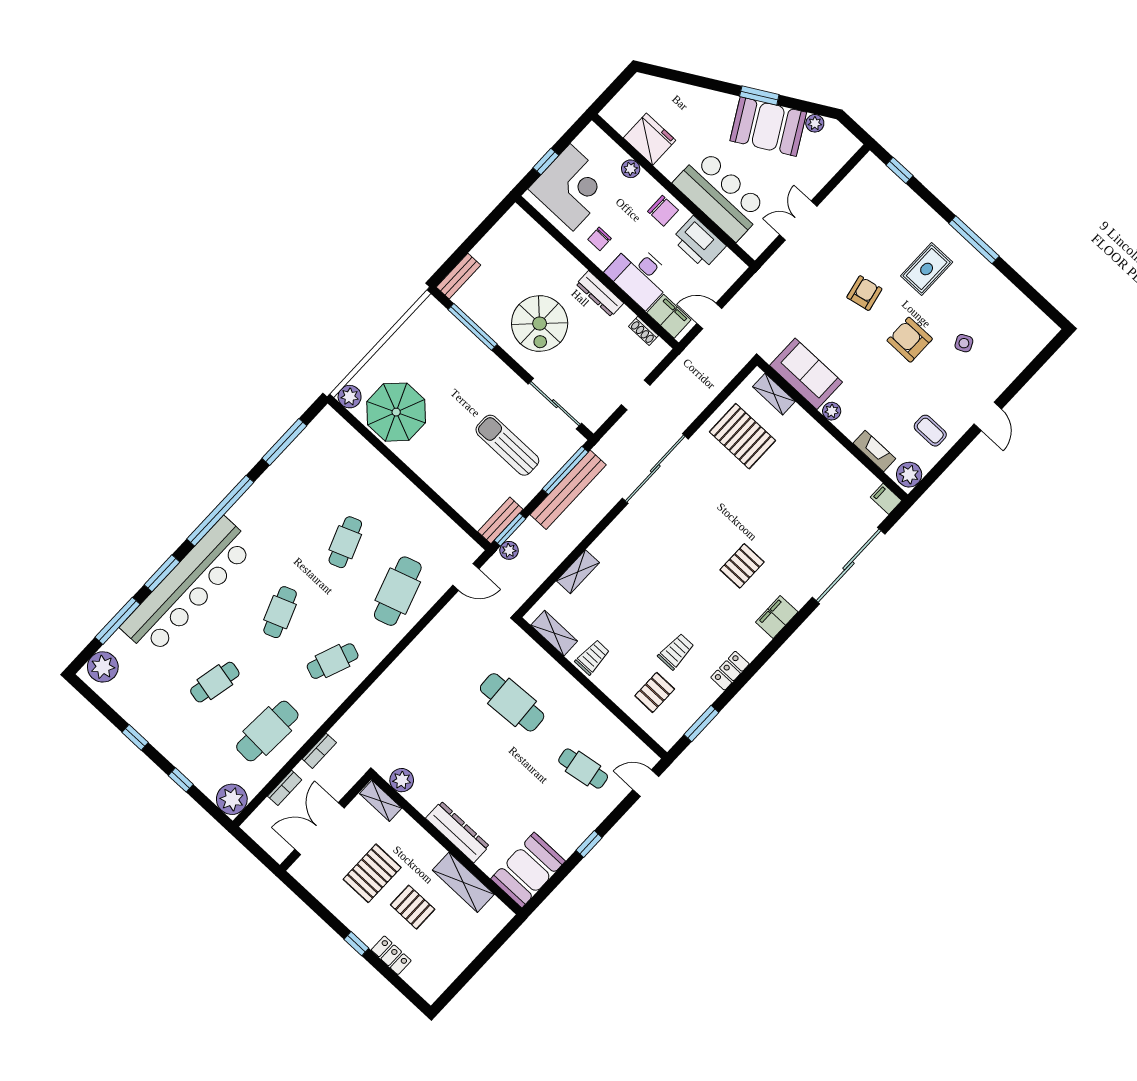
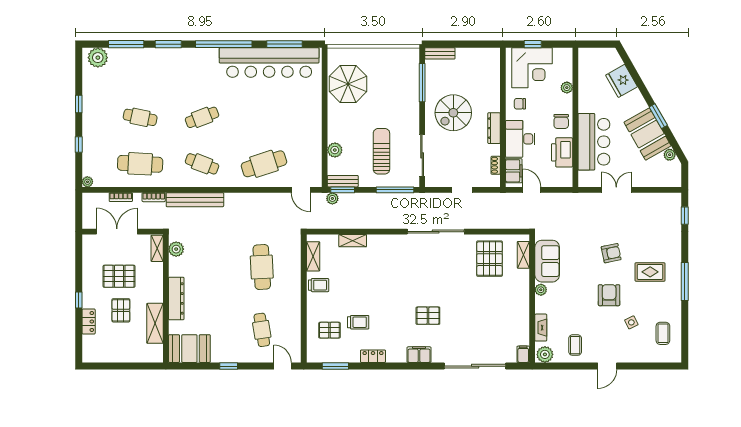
fridge: (650, 139) -> (622, 81), moved, turned 150
coffee table: (1009, 319) -> (663, 333), added
plant: (350, 397) -> (335, 150), moved
bench: (568, 490) -> (195, 200), moved
cafe table: (345, 542) -> (264, 117), removed
bar counter: (188, 587) -> (269, 63), moved
plant: (232, 799) -> (87, 182), width x0.53, depth x0.53

